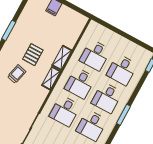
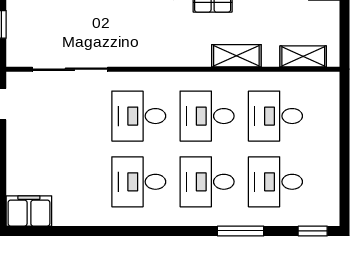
shelving: (51, 78) -> (303, 56), moved
window: (123, 115) -> (241, 231), moved

